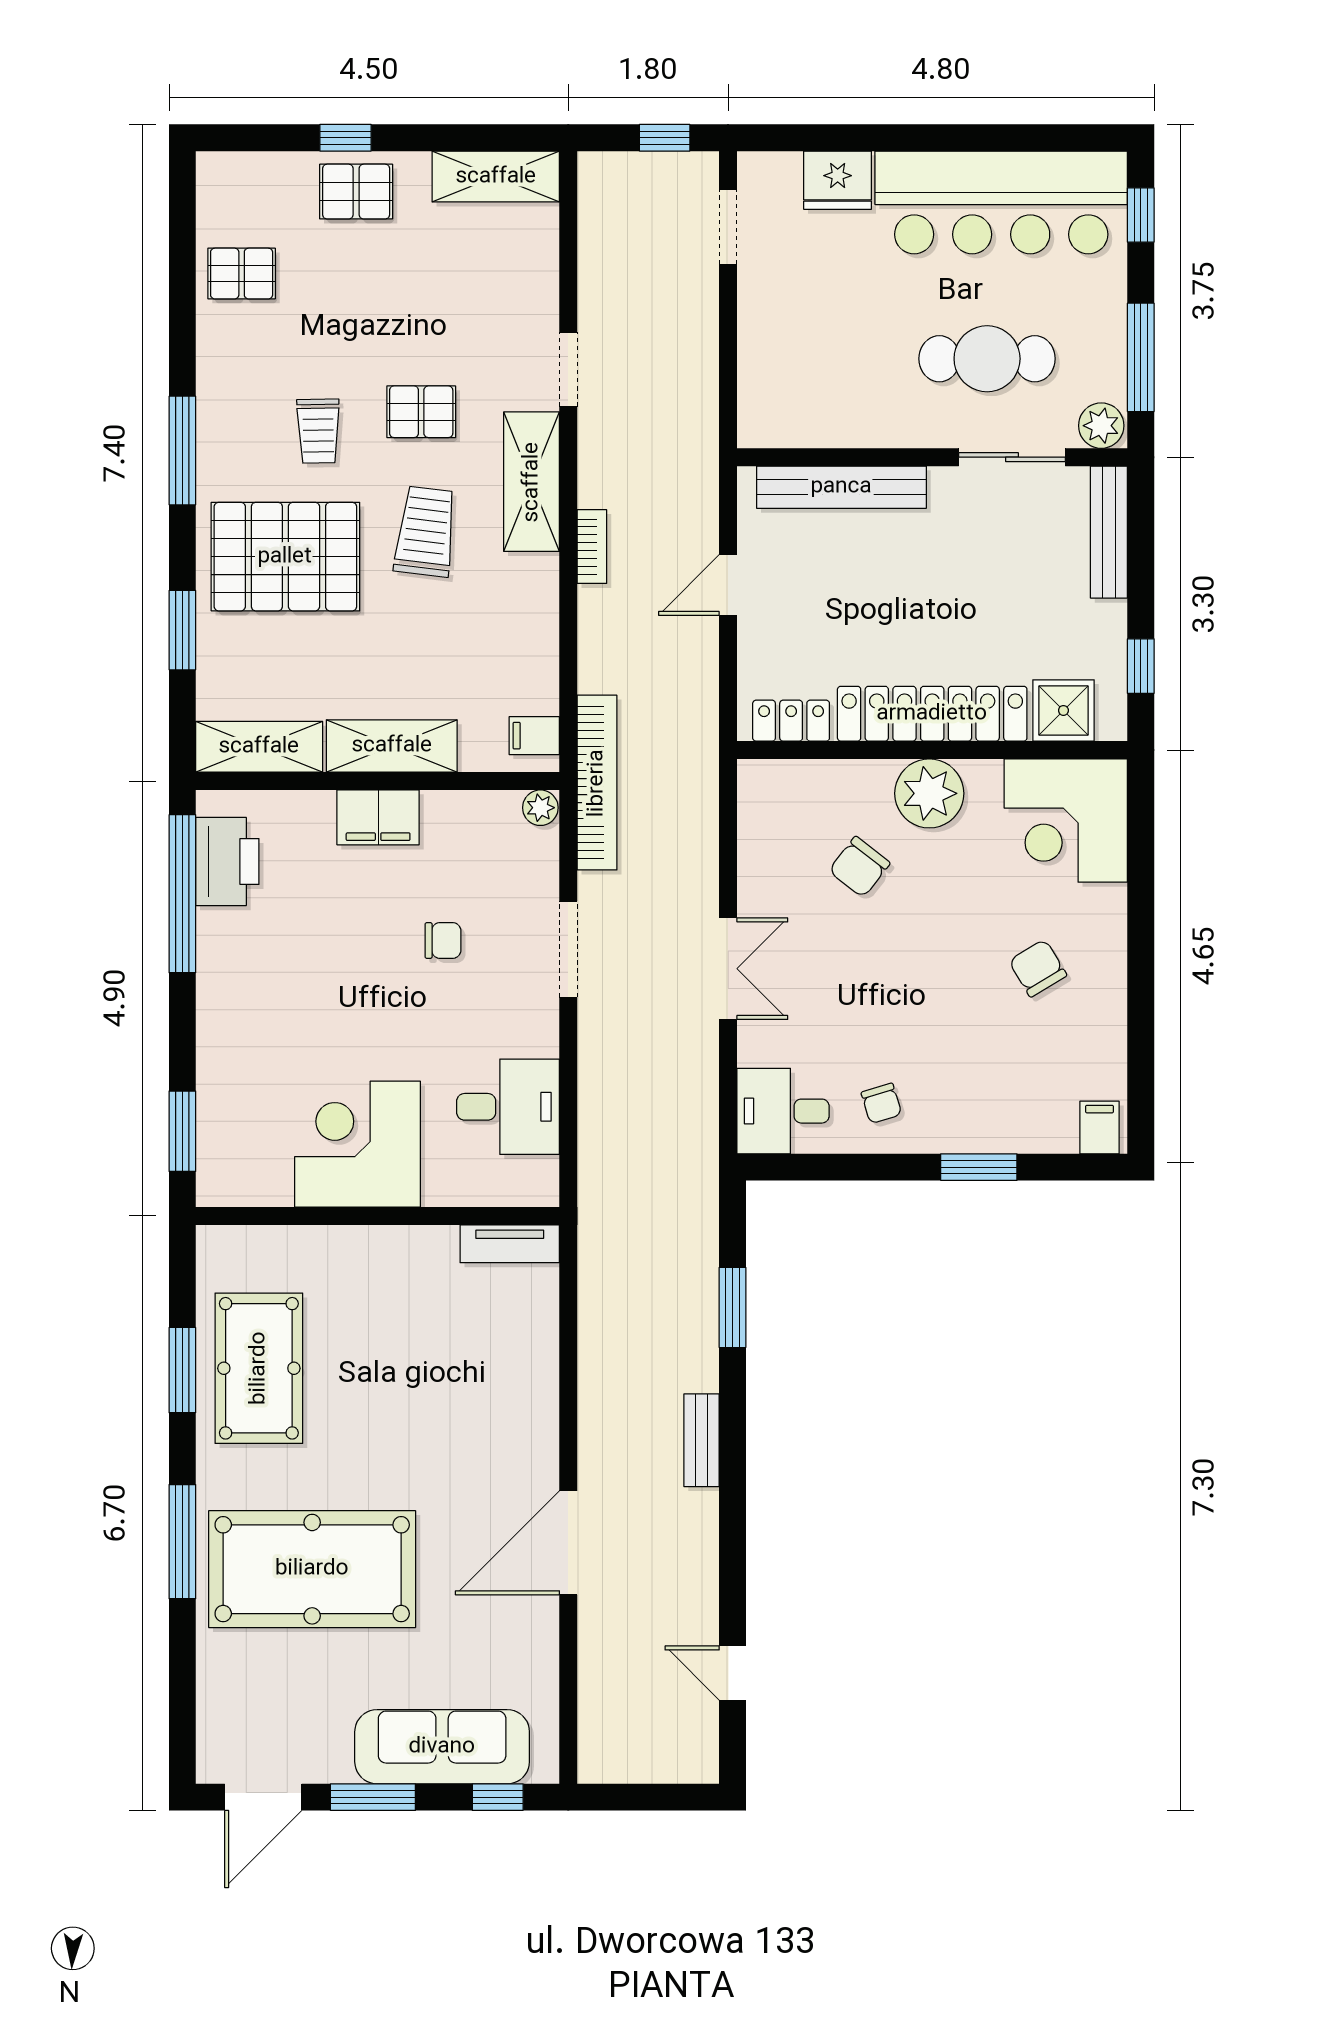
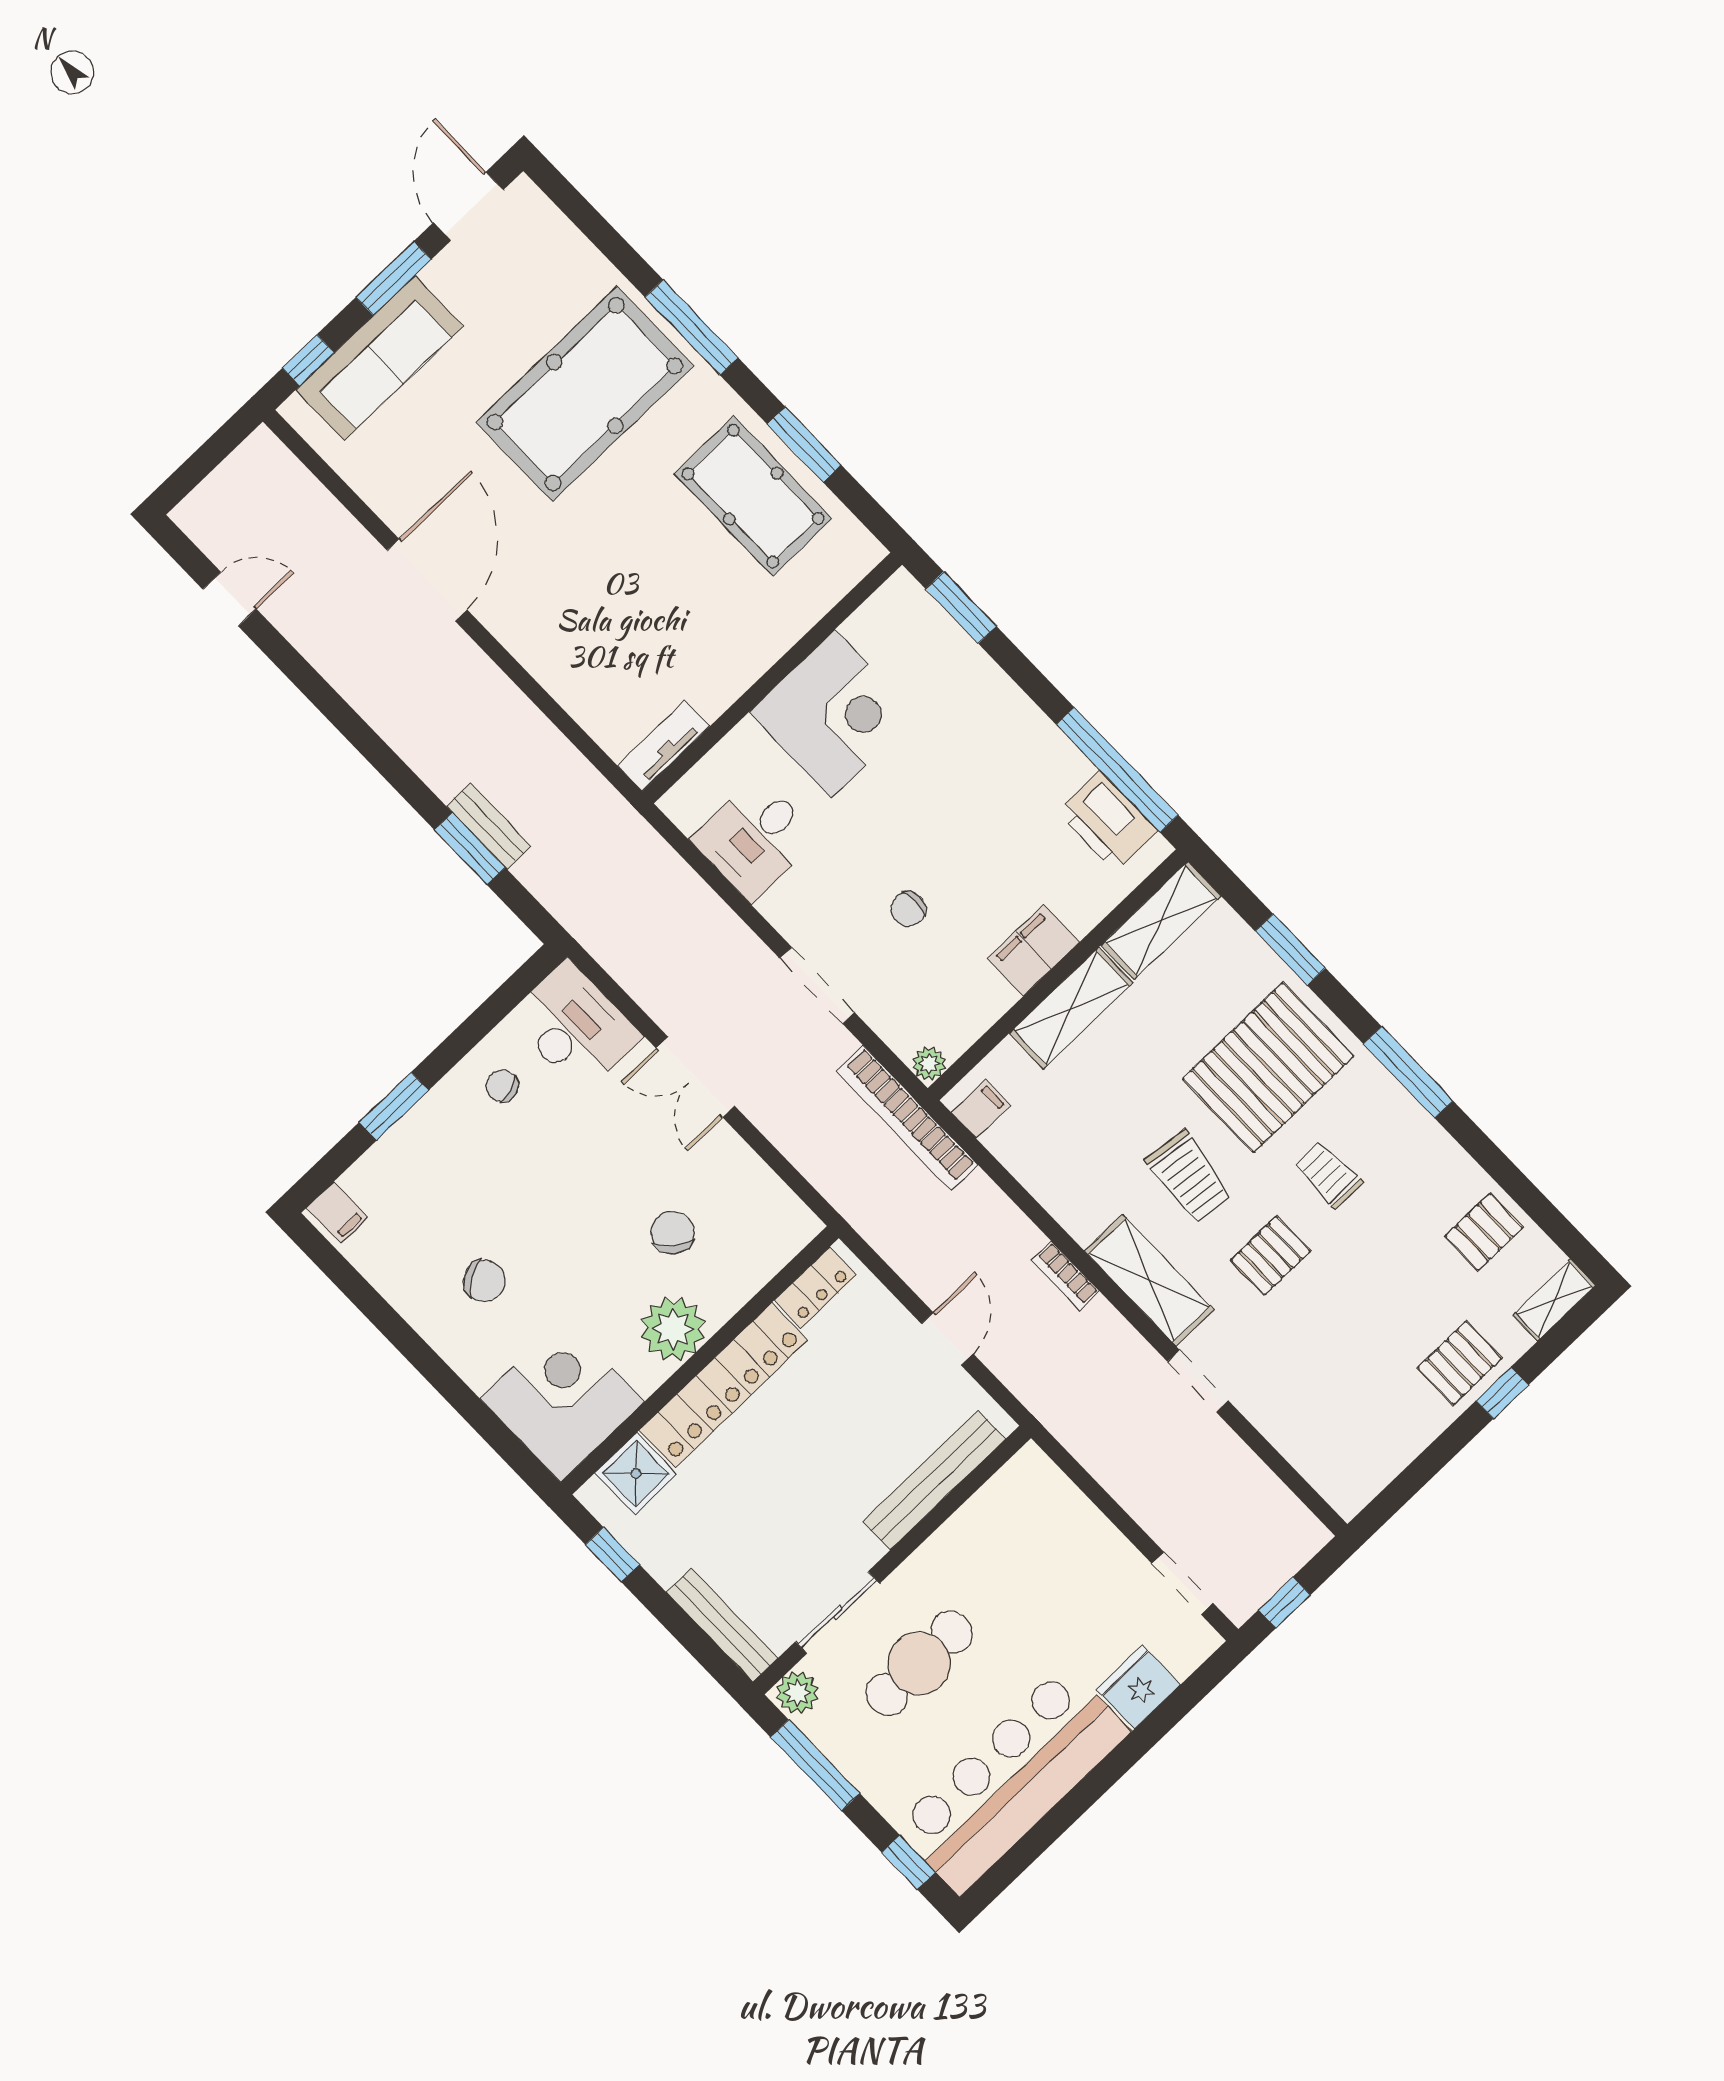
shelving: (496, 177) -> (1554, 1300), moved, width x0.67, depth x0.75
desk: (783, 1111) -> (575, 1027), width x1.37
bench: (702, 1440) -> (489, 826), moved

